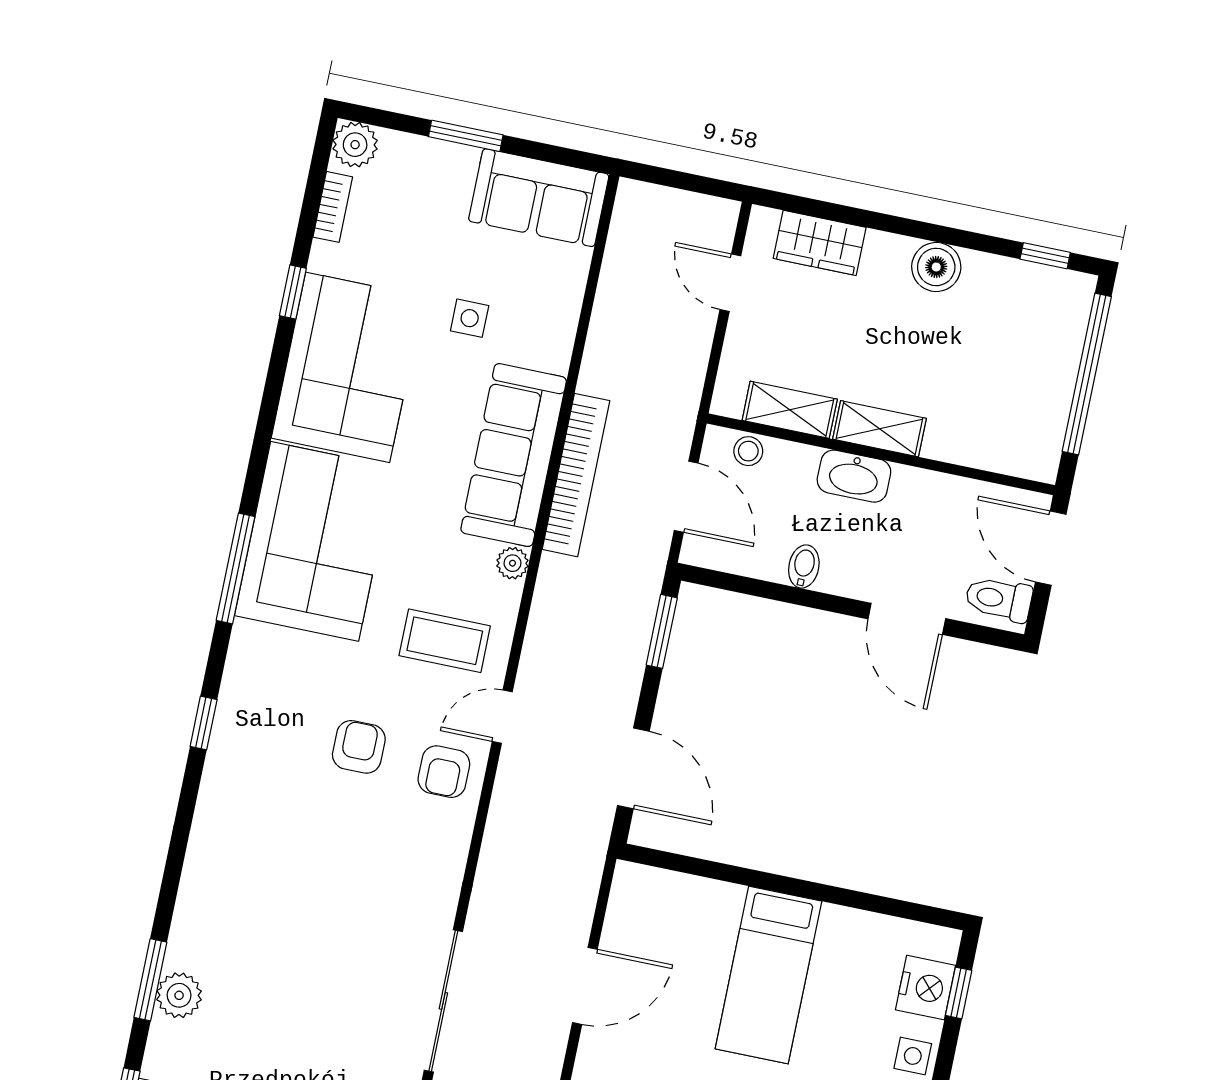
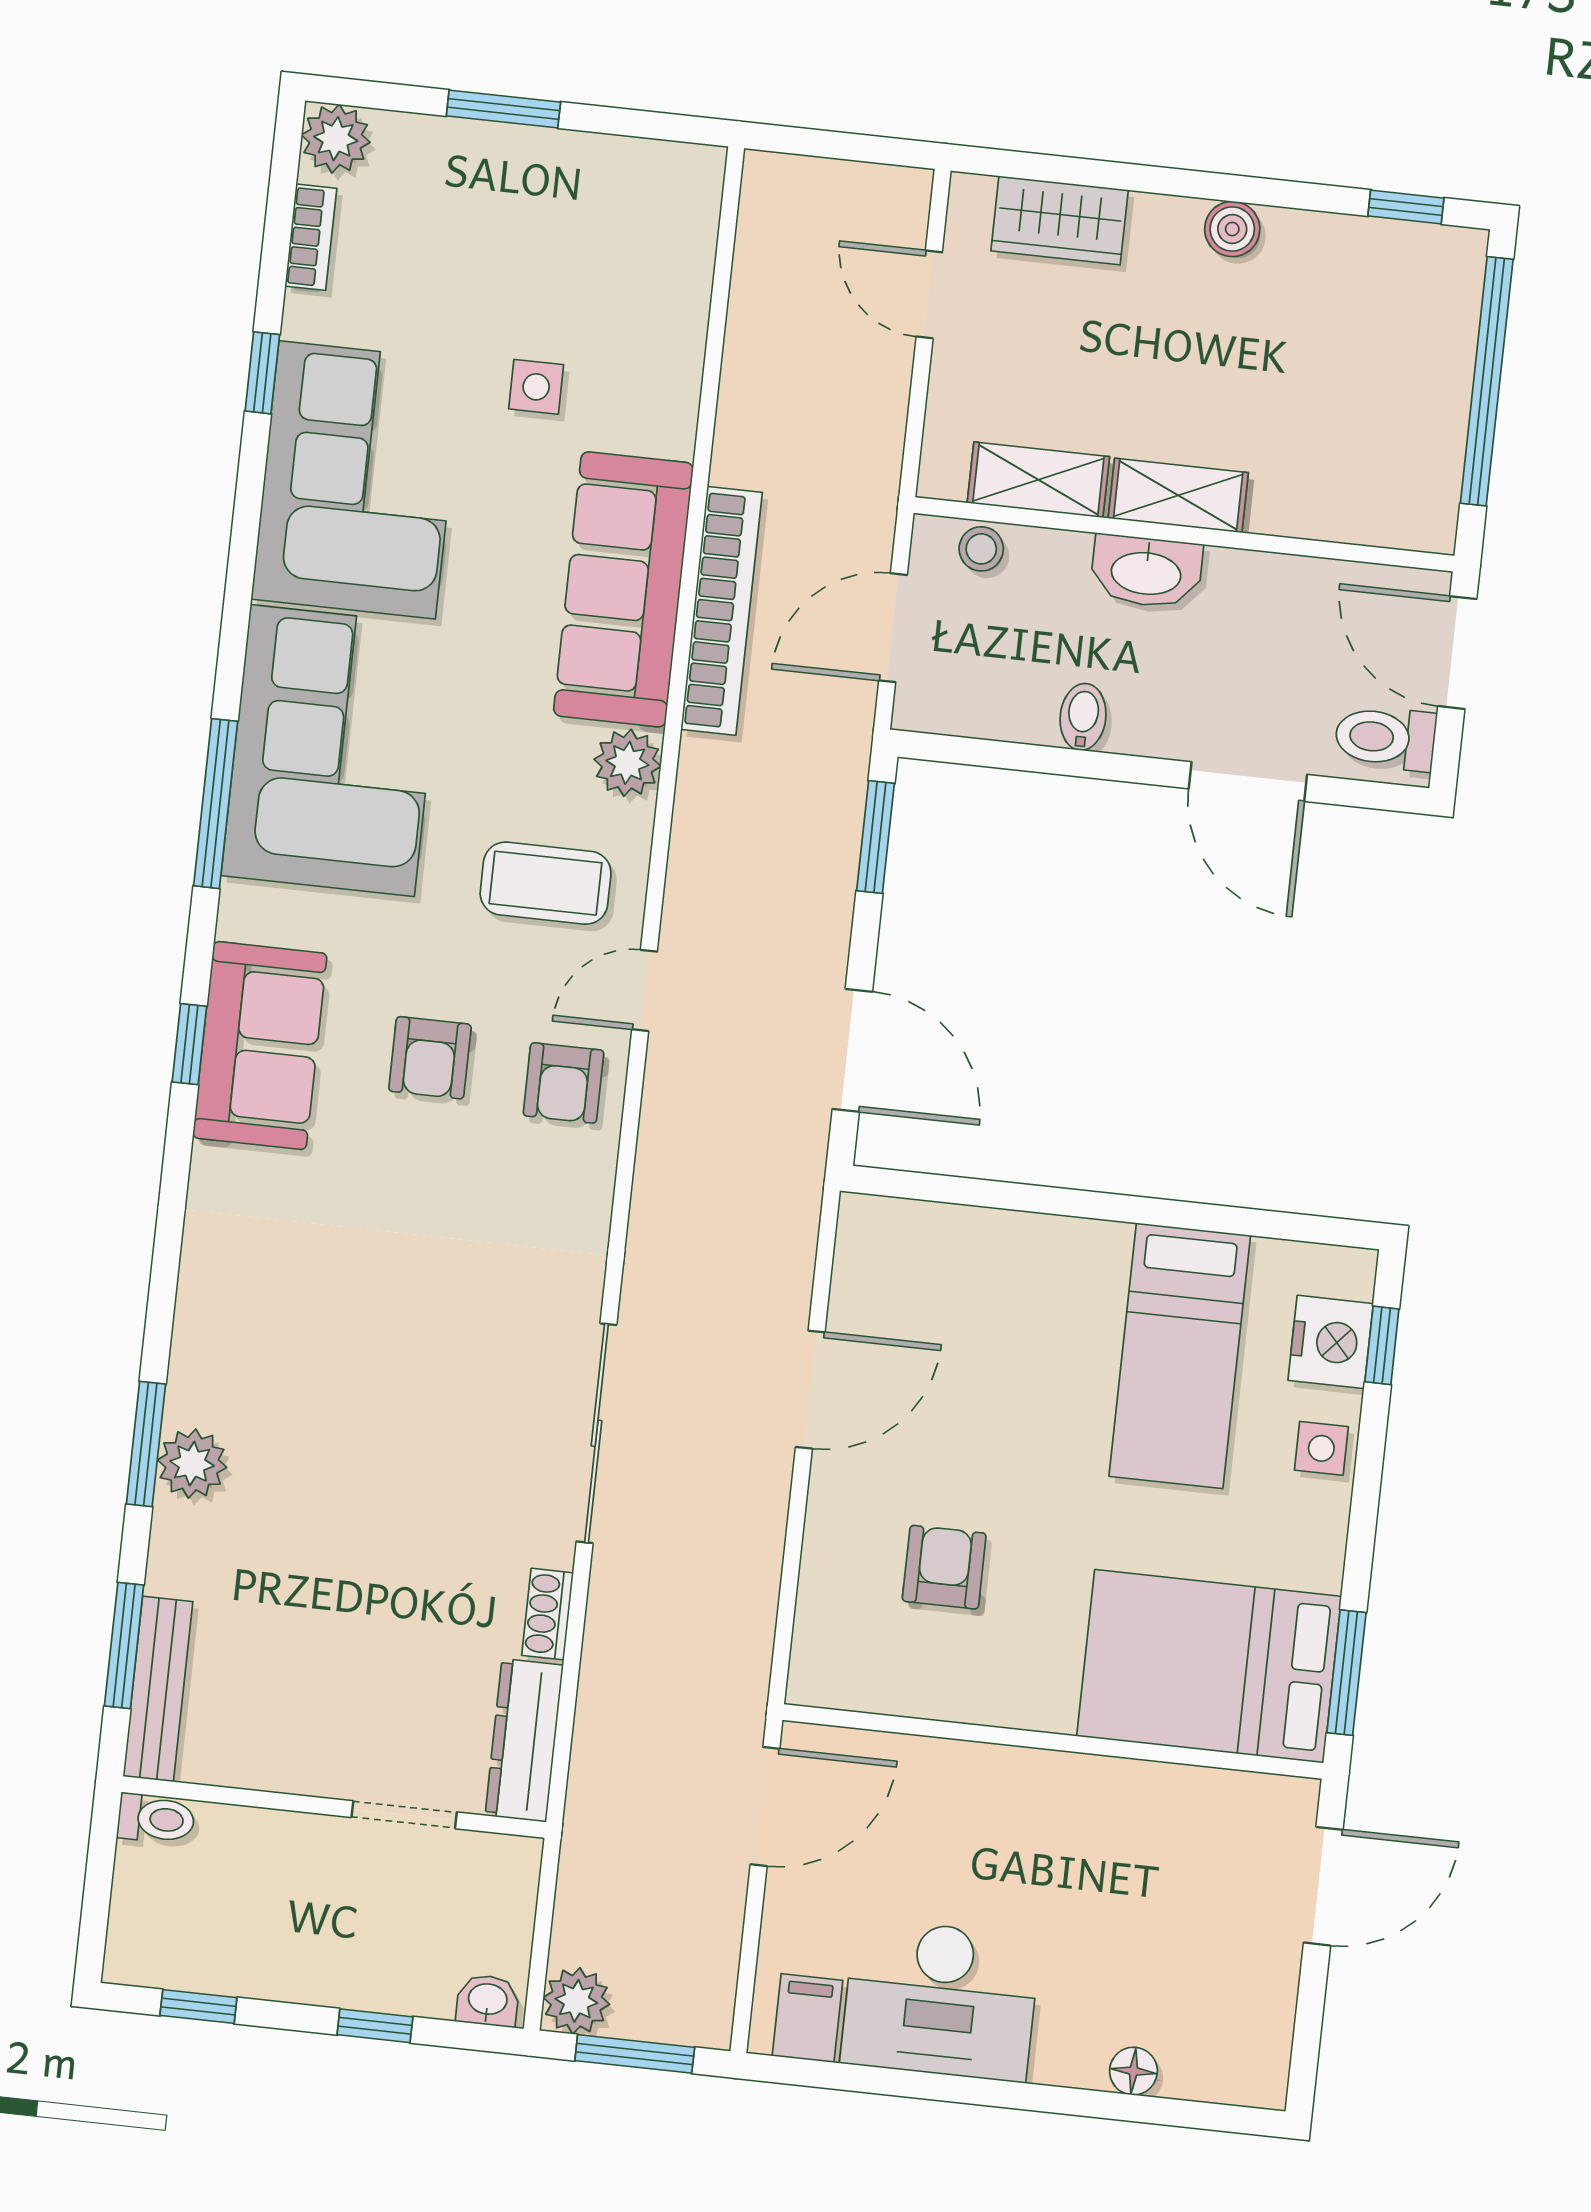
sofa: (539, 198) -> (260, 1046), moved, turned -90
boiler: (936, 267) -> (1232, 229), width x0.73, depth x0.73
door: (686, 497) -> (893, 628), swing flipped
plant: (512, 563) -> (627, 763), width x1.38, depth x1.38
armchair: (359, 747) -> (430, 1058), turned 180
bed: (768, 975) -> (1180, 1356), moved

